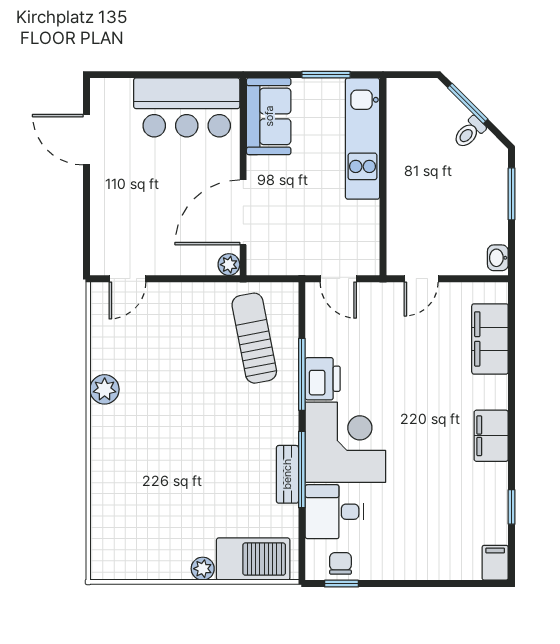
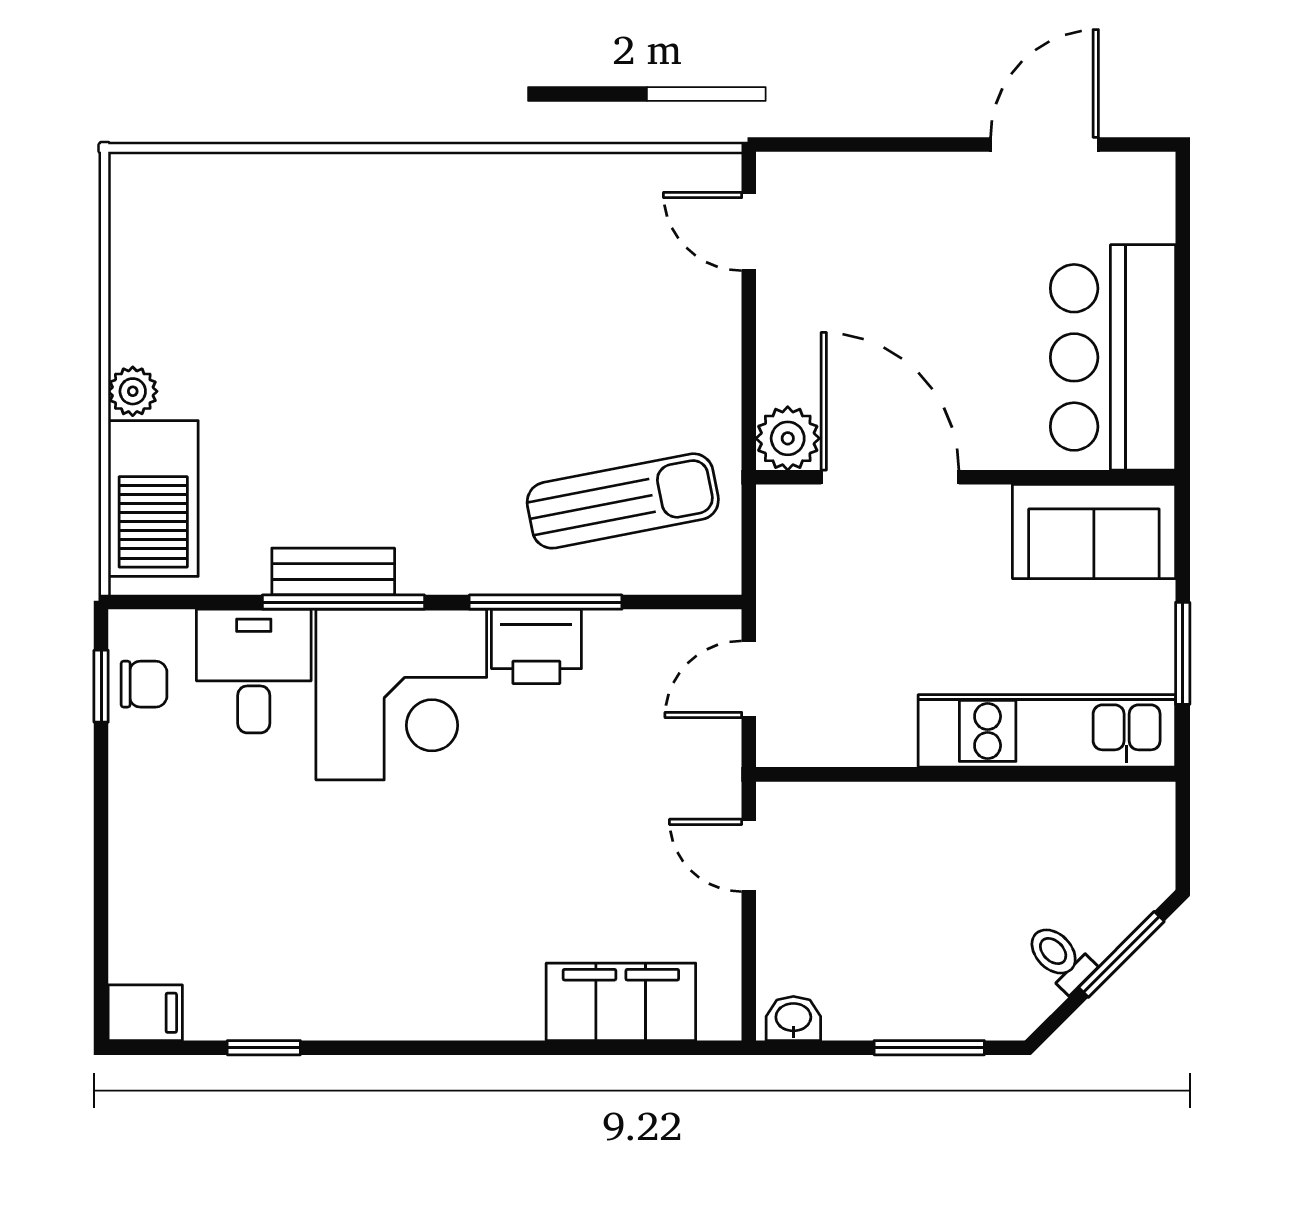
plant: (229, 265) -> (788, 438), width x1.38, depth x1.38
plant: (105, 389) -> (514, 183), removed
filing cabinet: (491, 436) -> (415, 1004), removed

